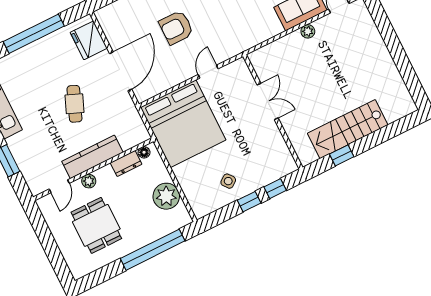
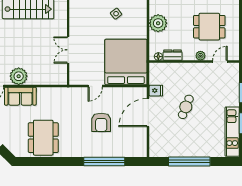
armchair: (176, 27) -> (101, 122), turned 90
plant: (308, 31) -> (19, 76), width x1.88, depth x1.88
fridge: (89, 40) -> (156, 91), moved, width x0.53, depth x0.75
kitchen counter: (92, 157) -> (191, 69), removed
dining table: (96, 225) -> (209, 27), turned 90

